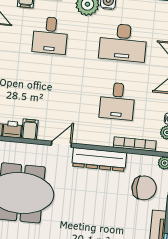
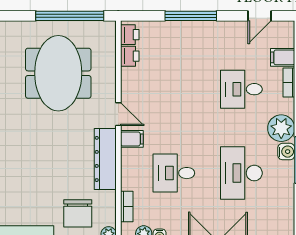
filing cabinet: (30, 129) -> (132, 139), moved
bookcase: (135, 144) -> (127, 206), width x0.64

